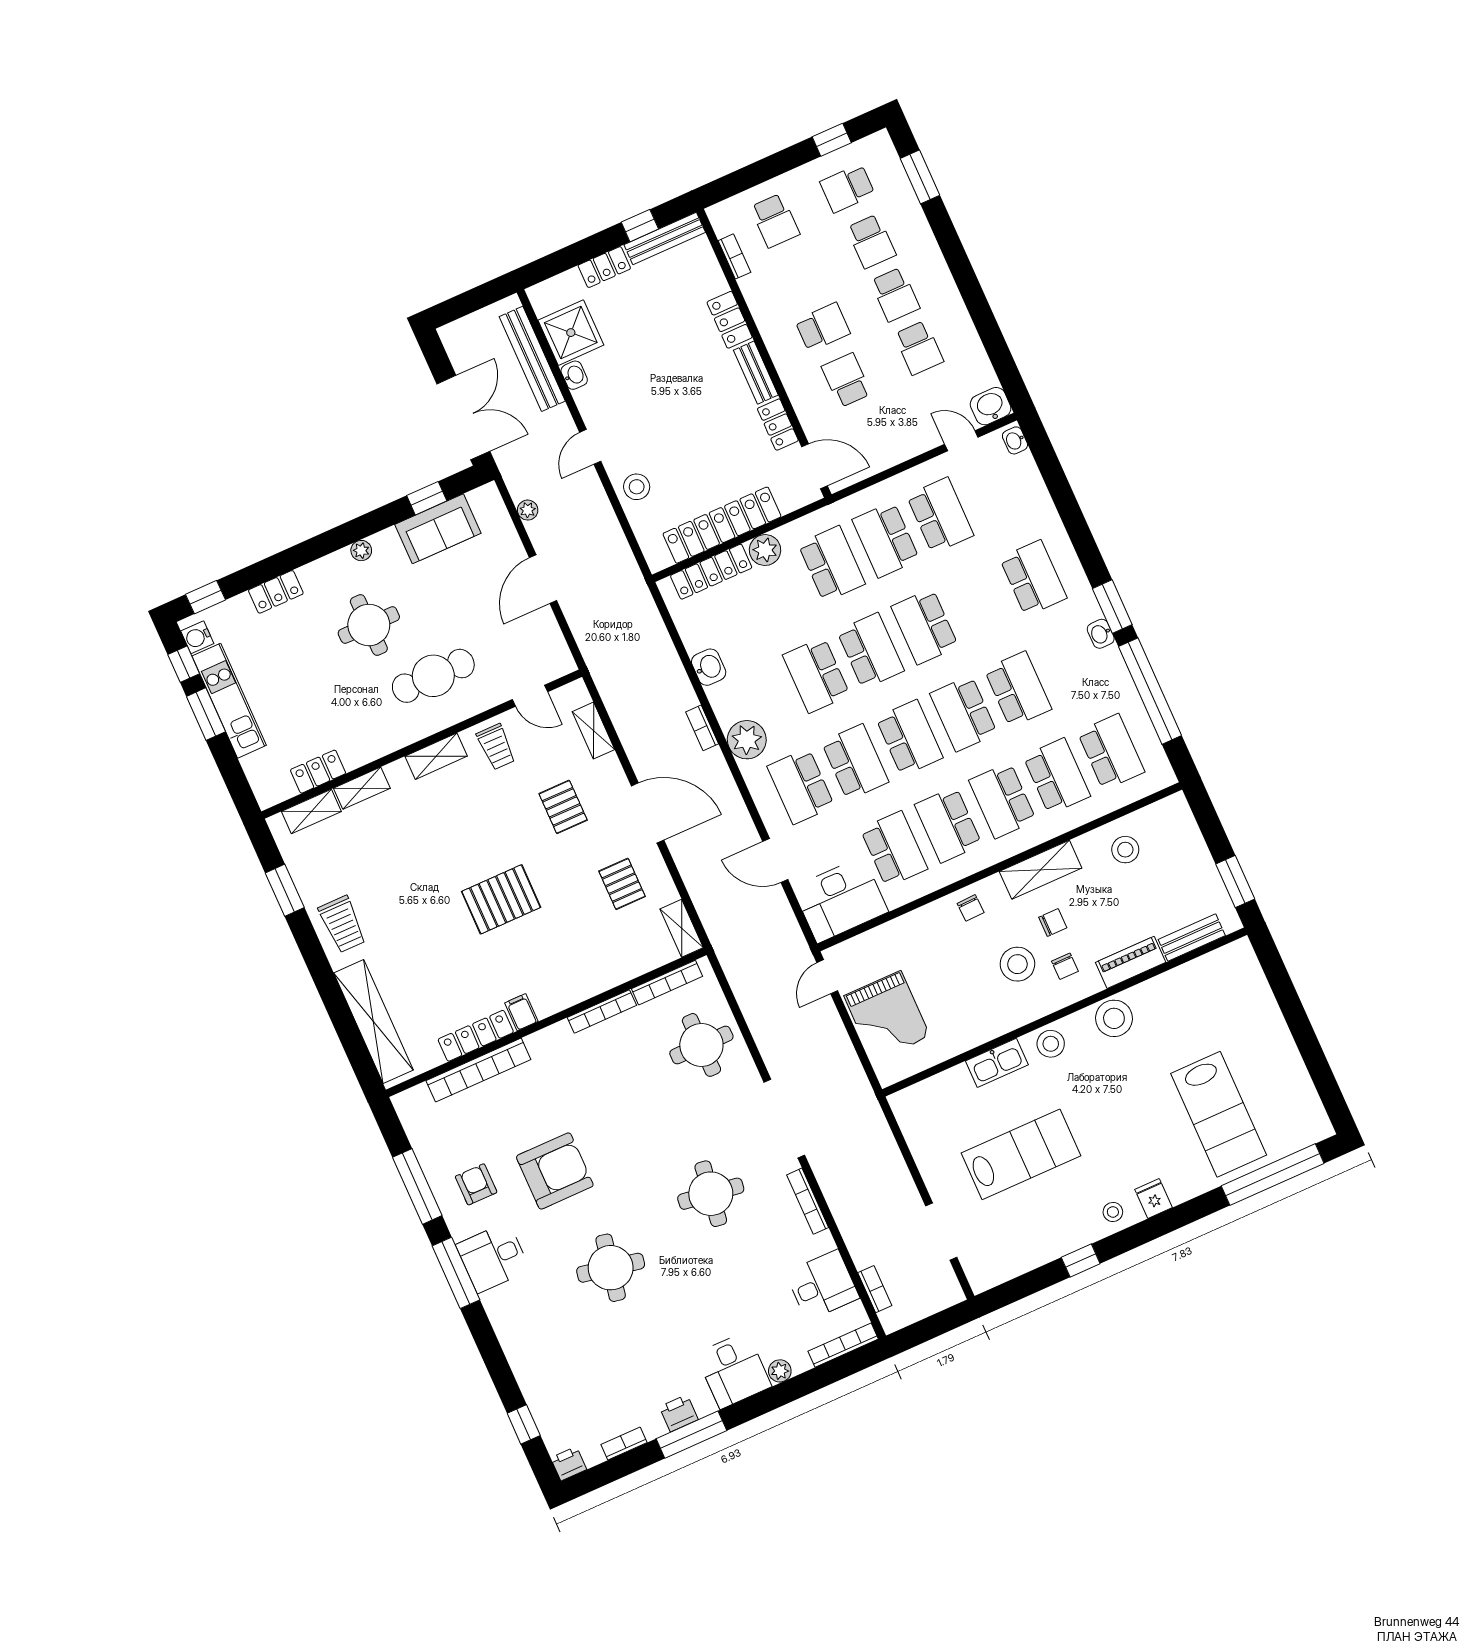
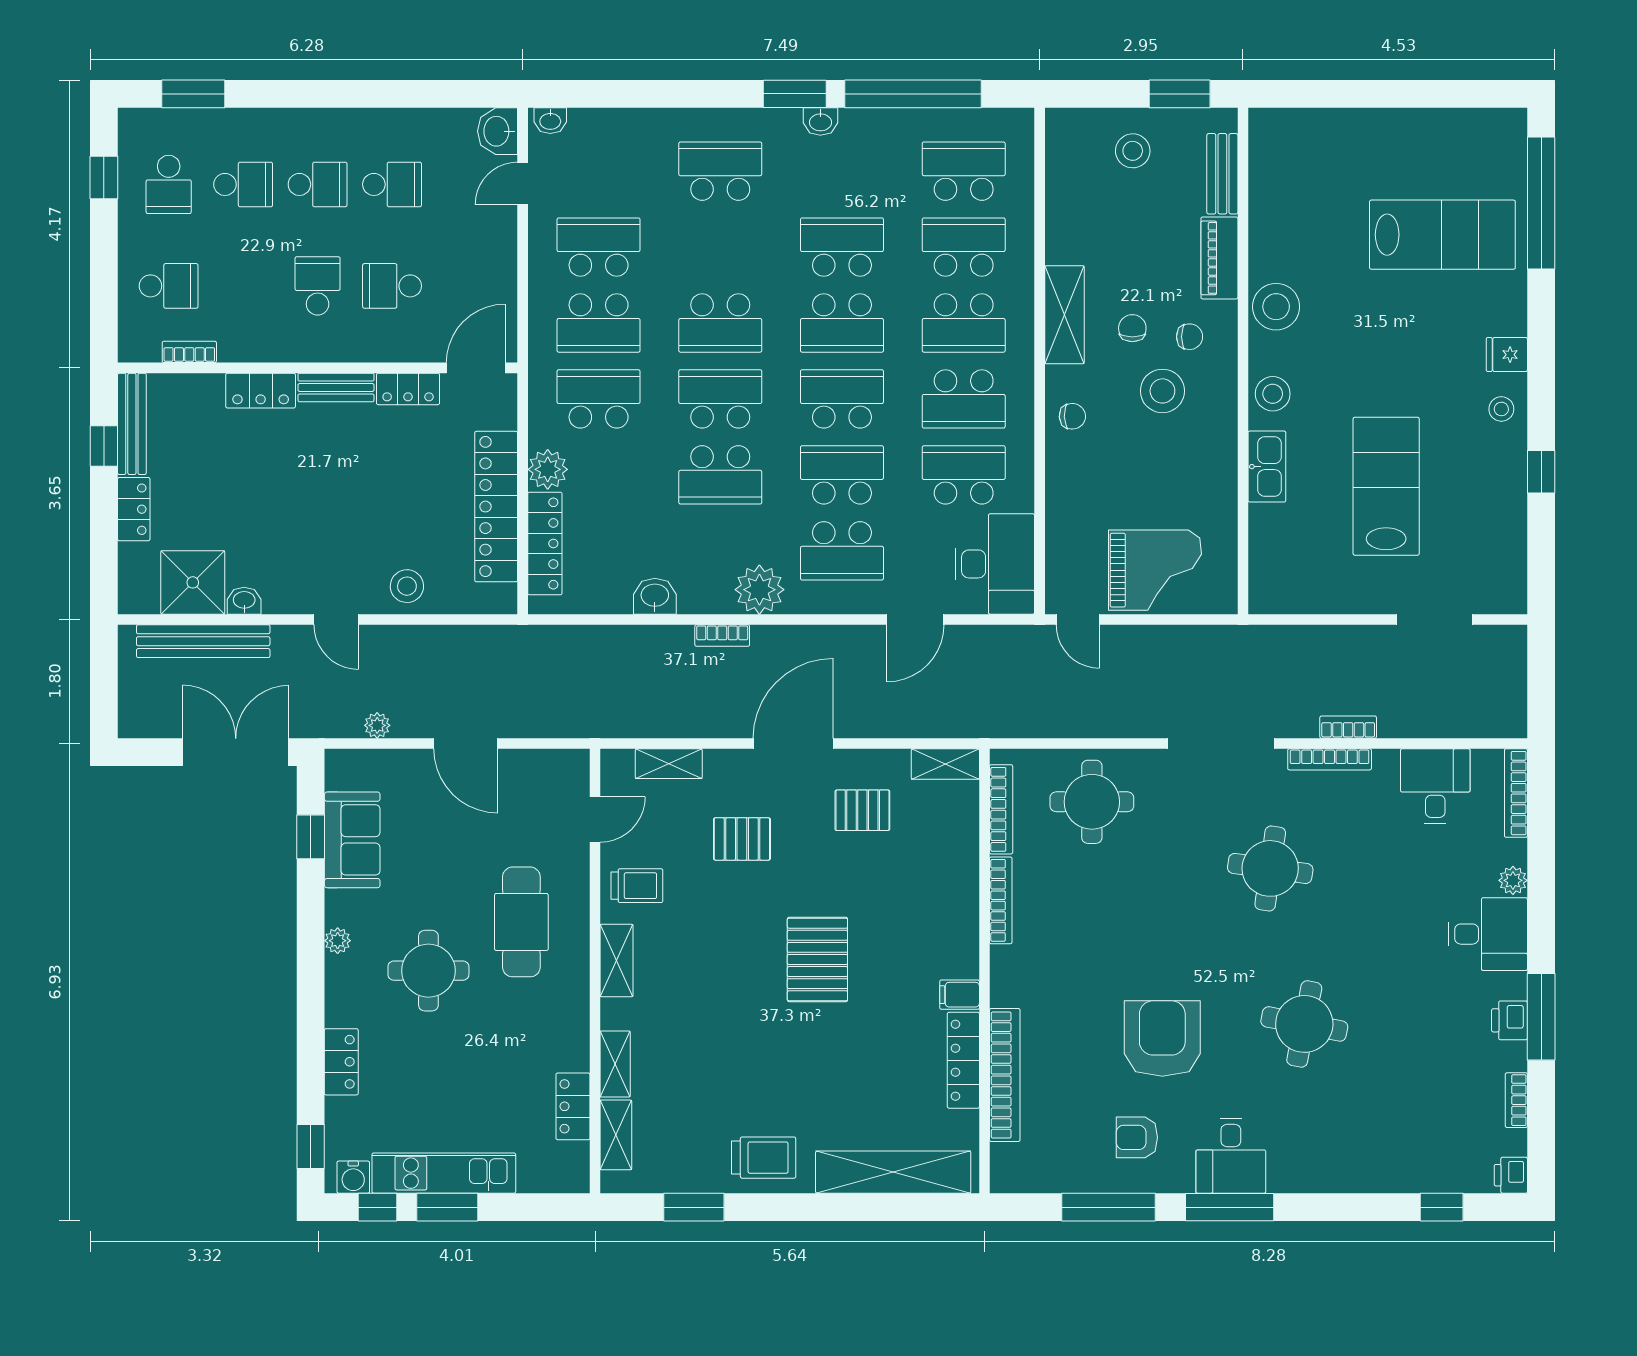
stool: (1125, 850) -> (1133, 151), moved
bookcase: (875, 1289) -> (1348, 727), moved

